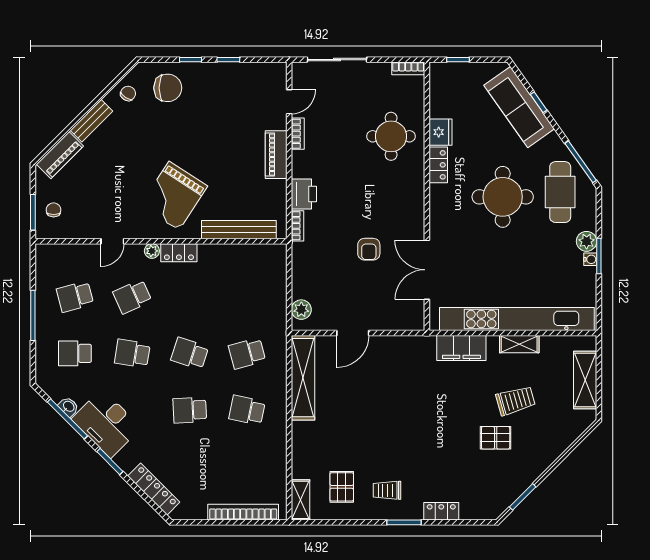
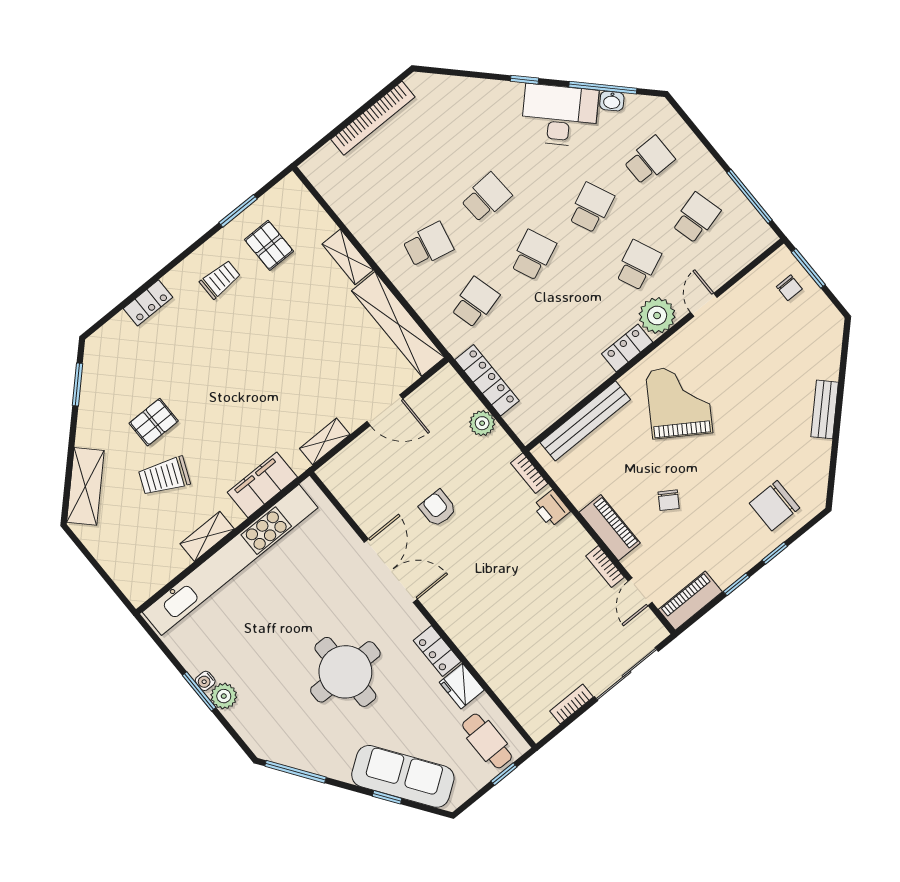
bookcase: (408, 68) -> (572, 704), moved
chair: (128, 93) -> (669, 500), moved
round table: (391, 136) -> (508, 641), removed
piano: (60, 155) -> (690, 601), moved, turned 45
cafe table: (560, 192) -> (487, 741), moved, width x0.73, depth x0.74
printer: (304, 194) -> (551, 509), width x0.73, depth x0.81
plant: (152, 251) -> (657, 316), width x1.88, depth x1.88
double door: (427, 270) -> (391, 571), moved
plant: (301, 310) -> (482, 423), moved
window: (33, 315) -> (750, 196), moved
door: (353, 333) -> (385, 410), swing flipped
shelving: (404, 344) -> (325, 441), added
school desk: (132, 353) -> (591, 208), turned -33
school desk: (190, 353) -> (533, 255), turned -42
shelving: (585, 380) -> (85, 486), moved, turned 45
trolley: (515, 401) -> (164, 476), turned 39
window: (110, 461) -> (525, 80), width x0.67
locker: (154, 489) -> (487, 380), moved, turned -135
shelving: (301, 500) -> (348, 257), moved
bookcase: (243, 512) -> (373, 118), moved
window: (404, 522) -> (238, 211), moved

